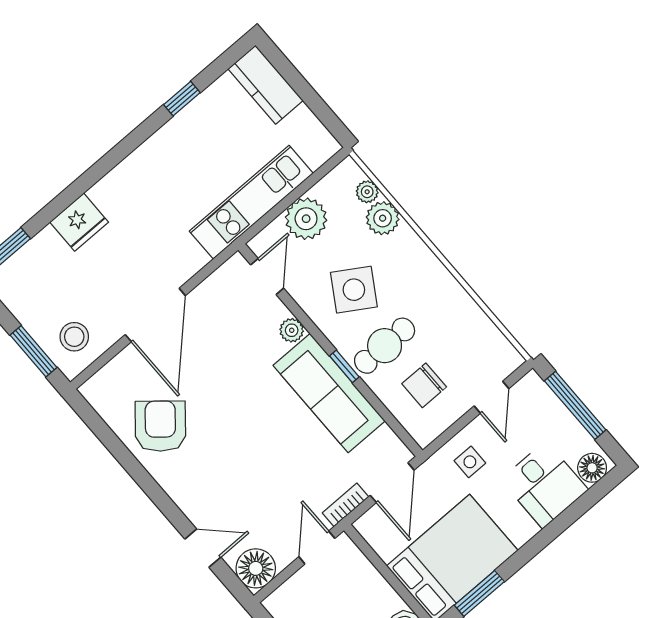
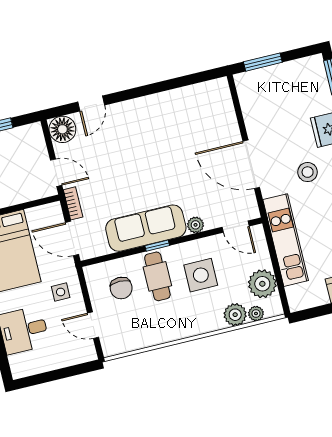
plant: (306, 219) -> (262, 284), moved
side table: (354, 290) -> (201, 275), turned -32
door: (155, 315) -> (251, 164), moved
stool: (74, 337) -> (308, 172), moved
chair: (424, 385) -> (121, 288), turned 180
window: (575, 405) -> (62, 373), removed
armchair: (160, 426) -> (178, 116), removed
floor lamp: (592, 468) -> (19, 364), removed

